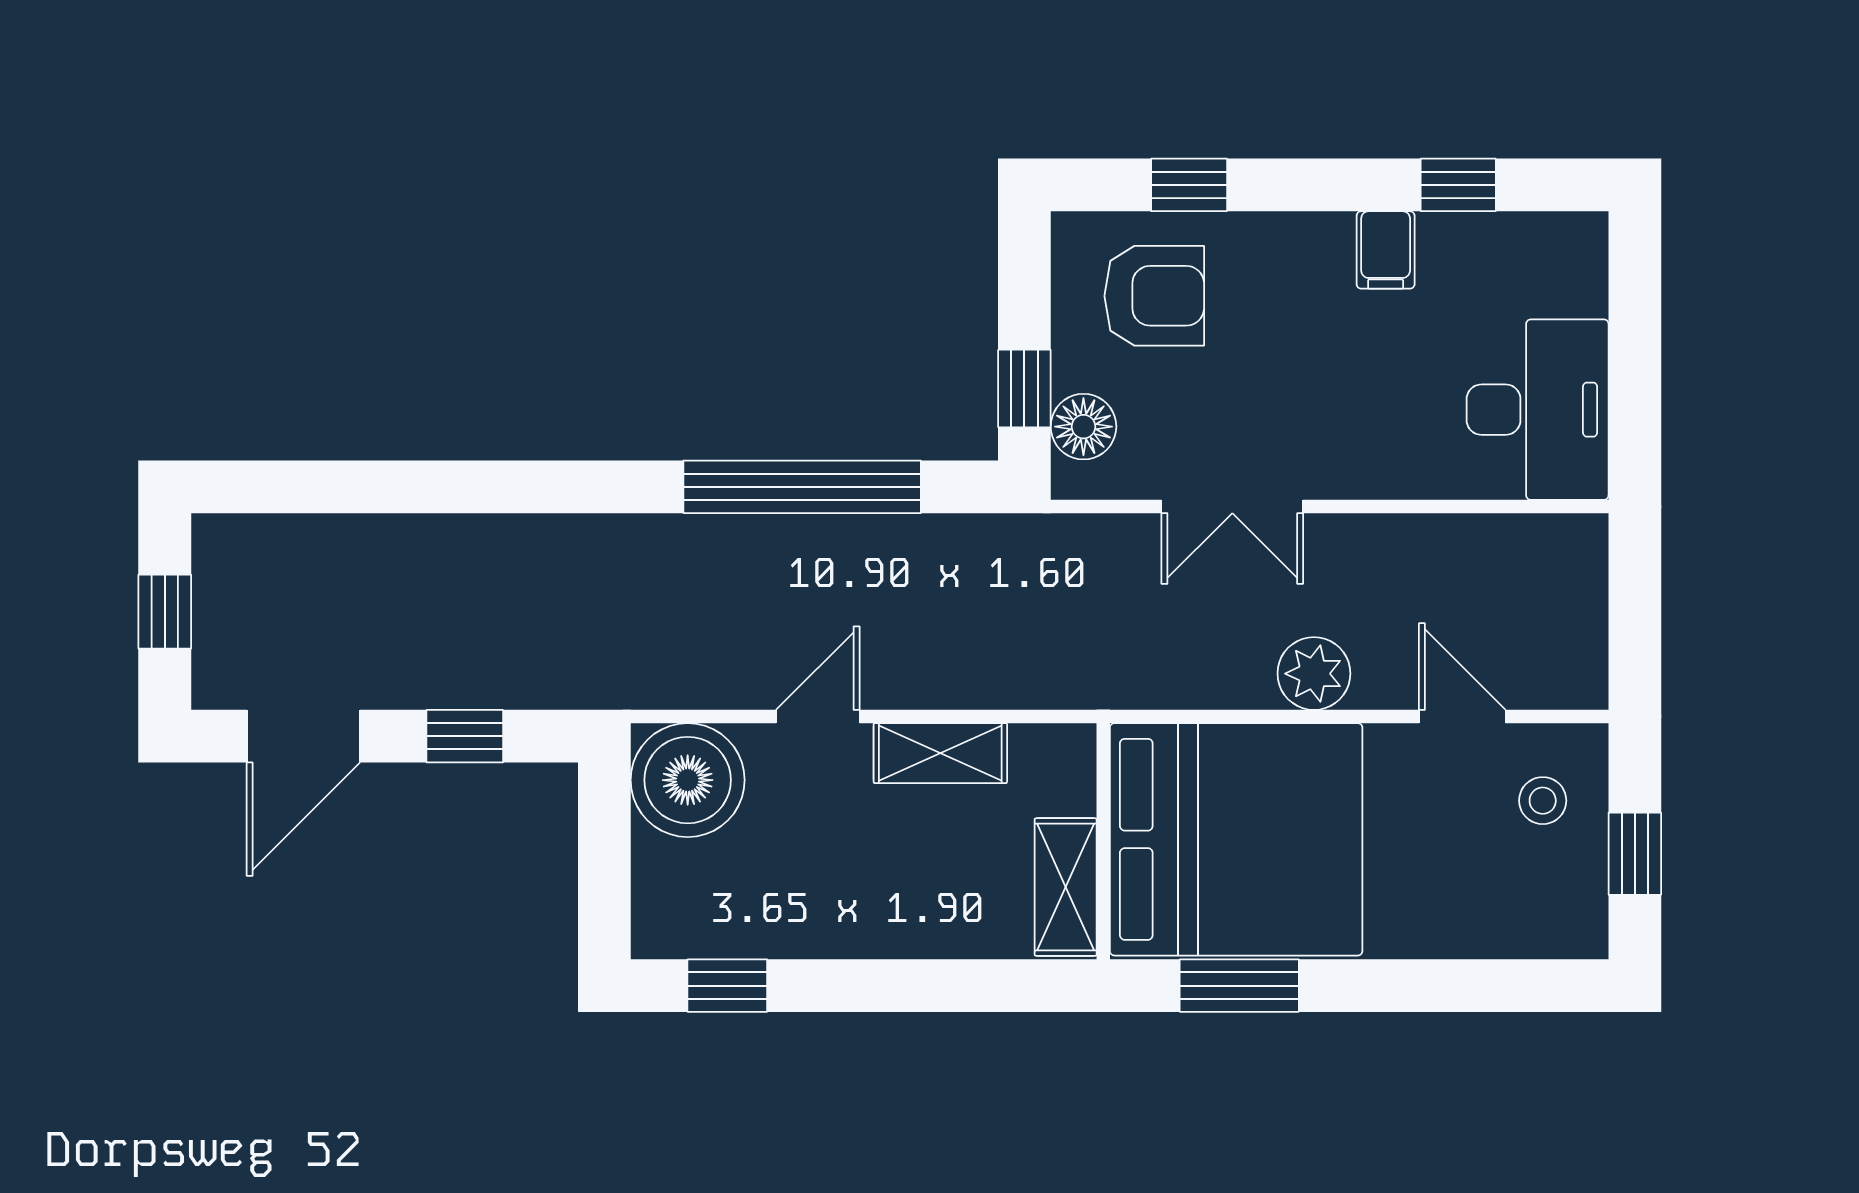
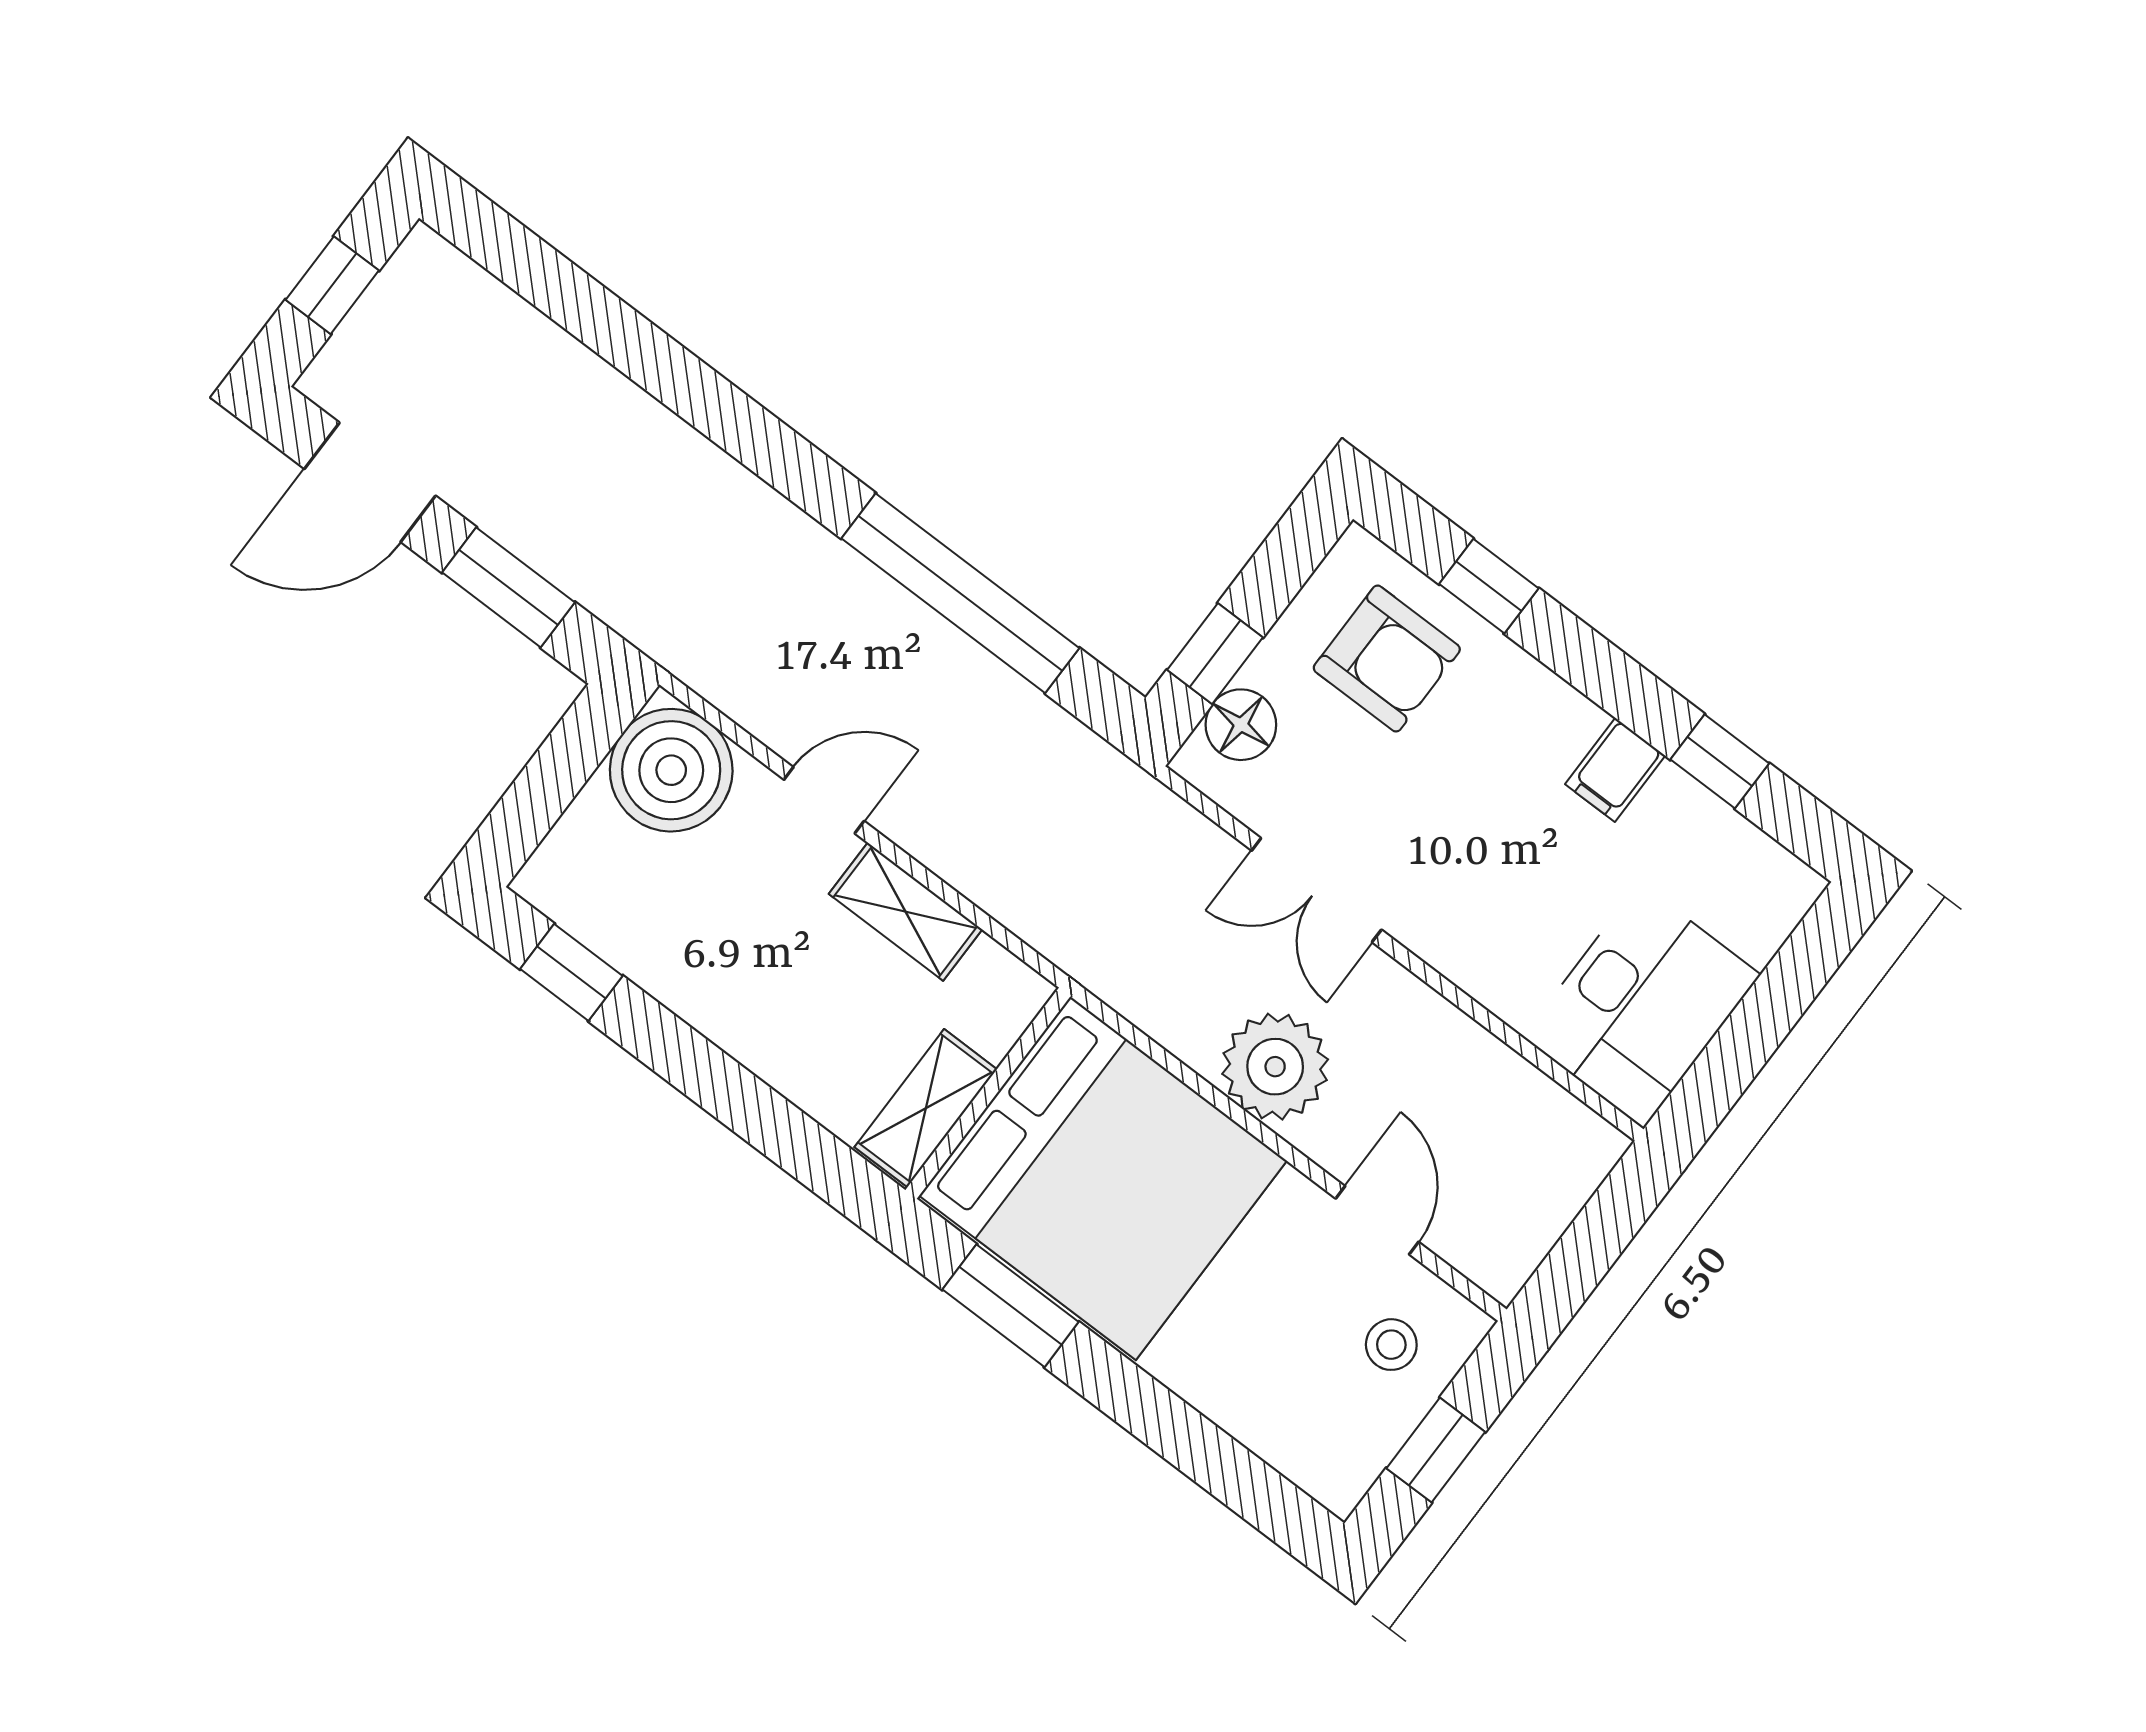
plant: (1314, 674) -> (1275, 1067), width x1.36, depth x1.36
window: (465, 736) -> (508, 587), width x1.50

